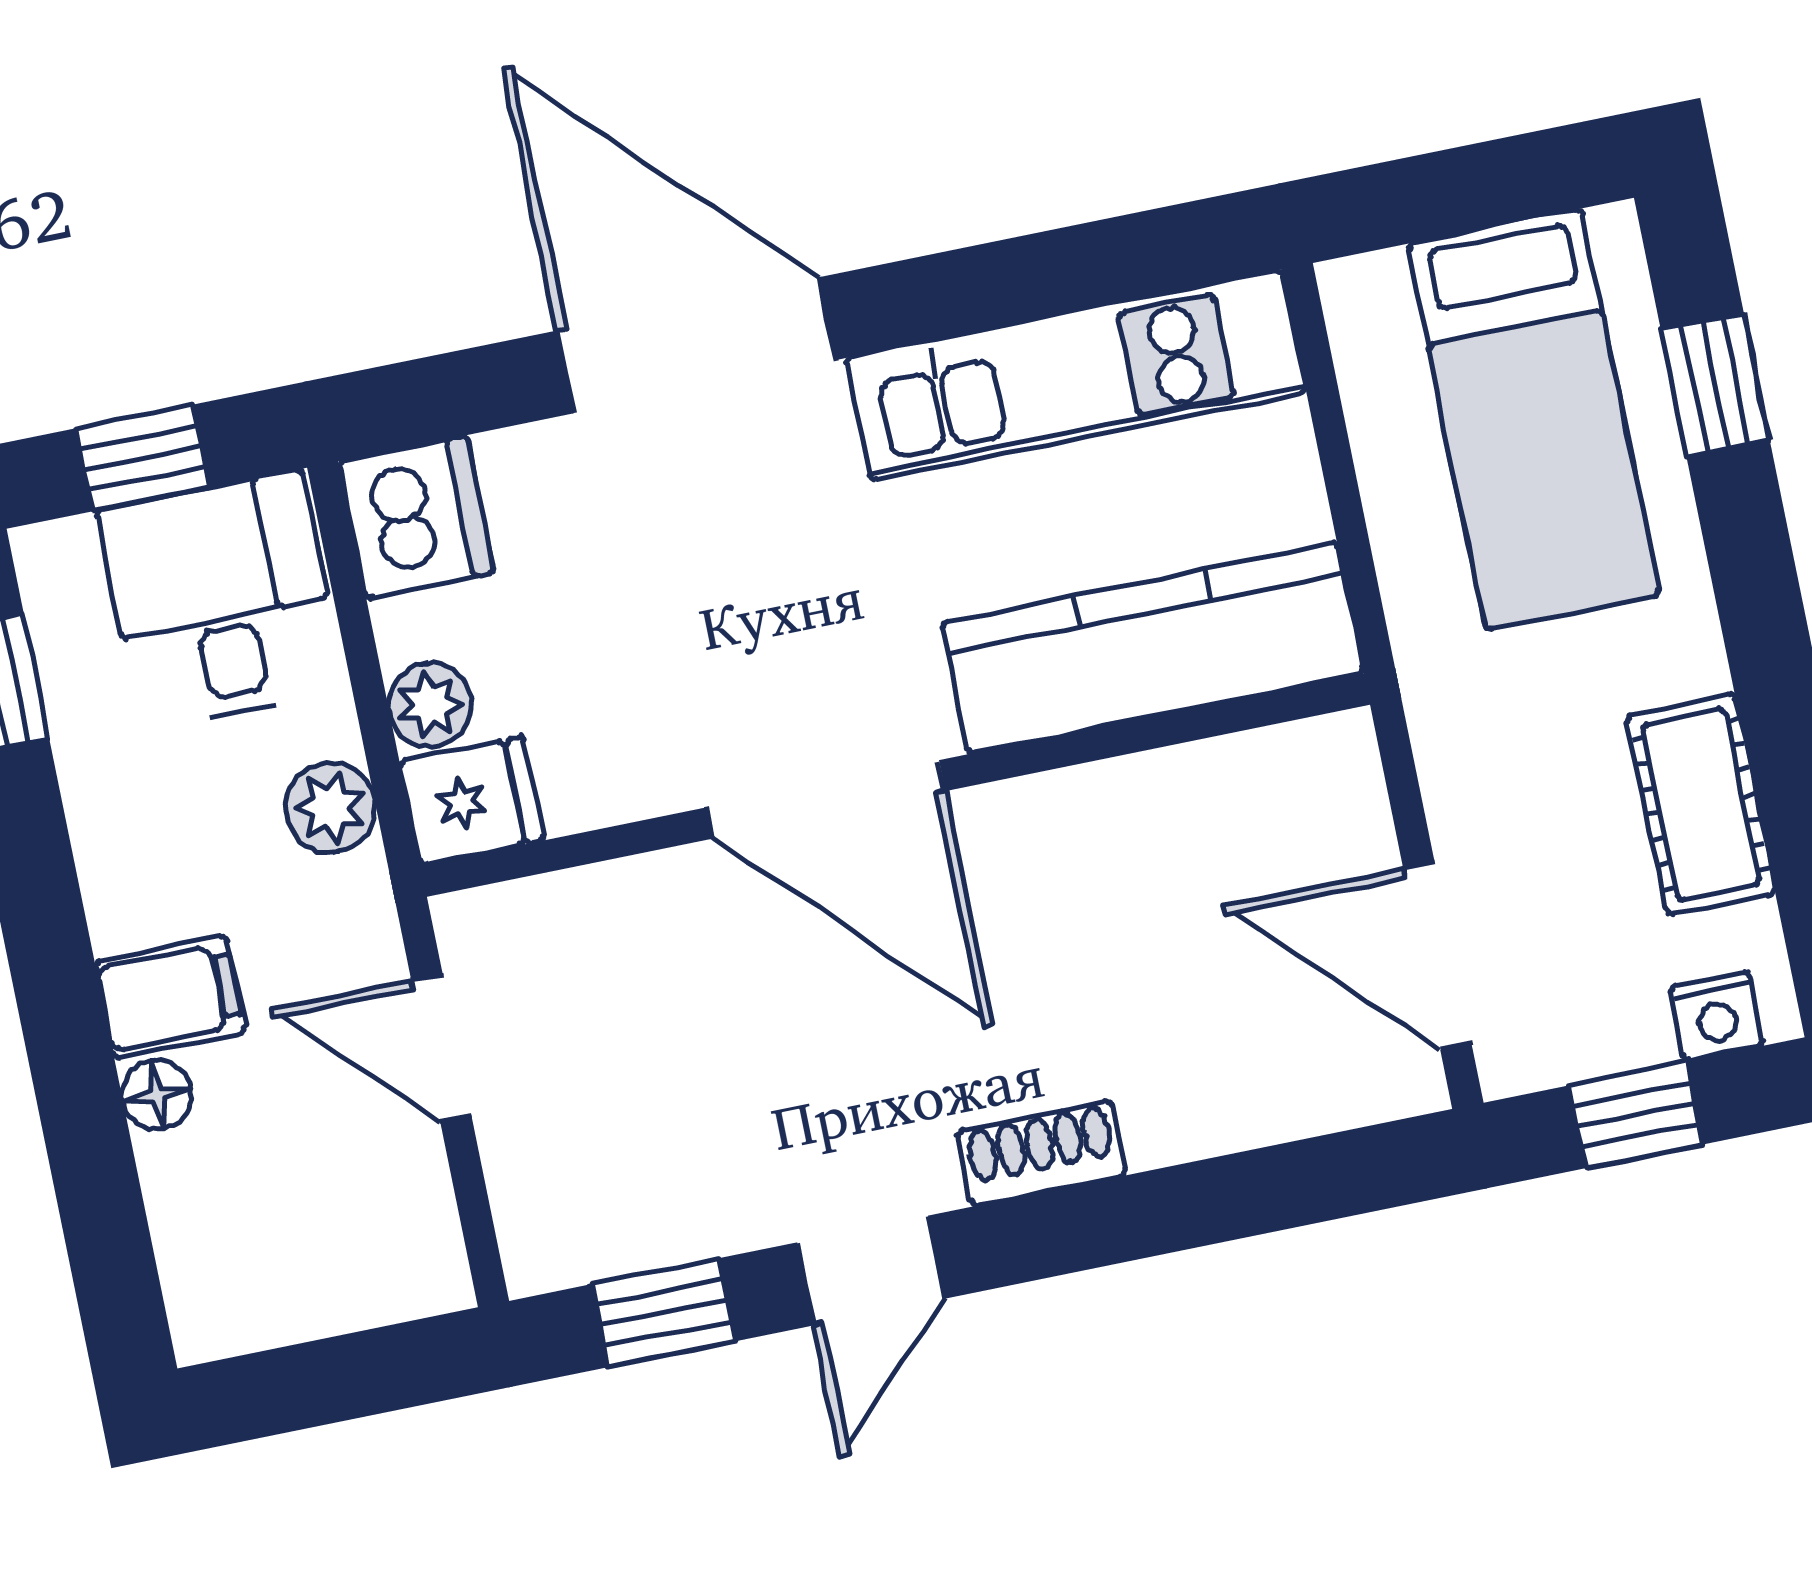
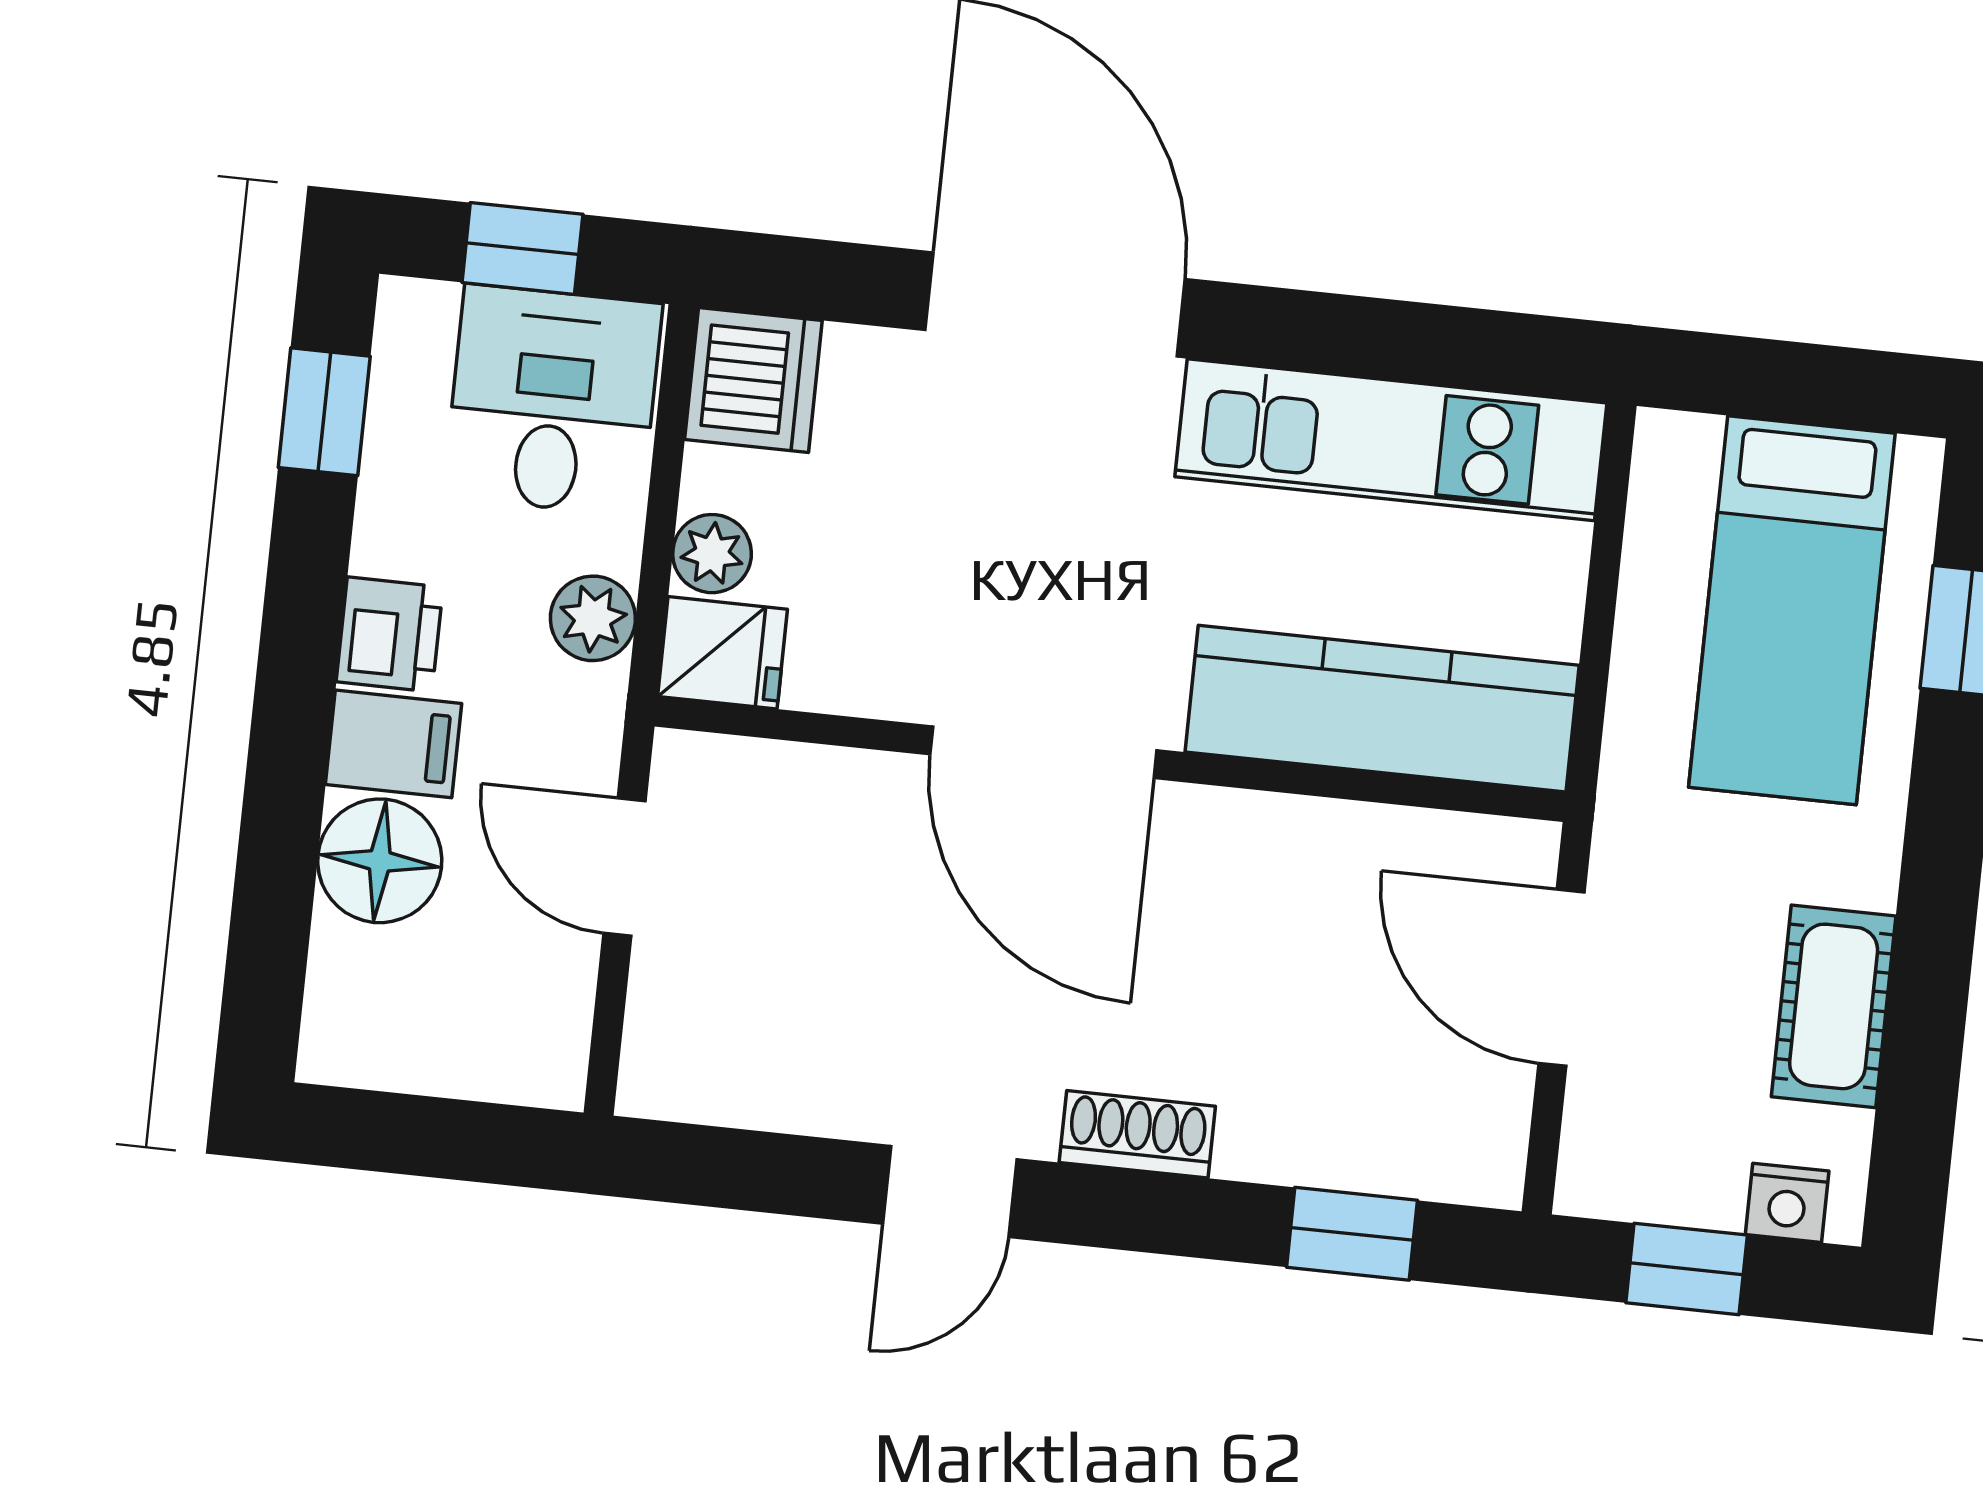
printer: (131, 888) -> (390, 634), added
door: (1437, 956) -> (1561, 978), moved
floor lamp: (157, 1095) -> (380, 861), width x1.89, depth x1.89
window: (664, 1313) -> (1352, 1234), moved

